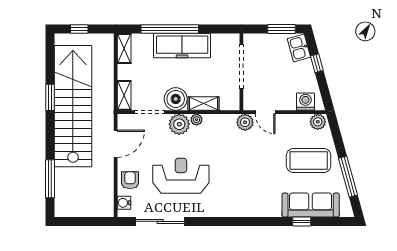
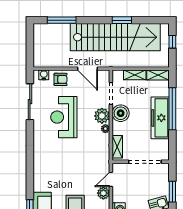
shelving: (124, 95) -> (135, 75), moved
shelving: (204, 103) -> (117, 147), moved
plant: (245, 122) -> (103, 193), moved
reception desk: (181, 176) -> (64, 117), turned 180

